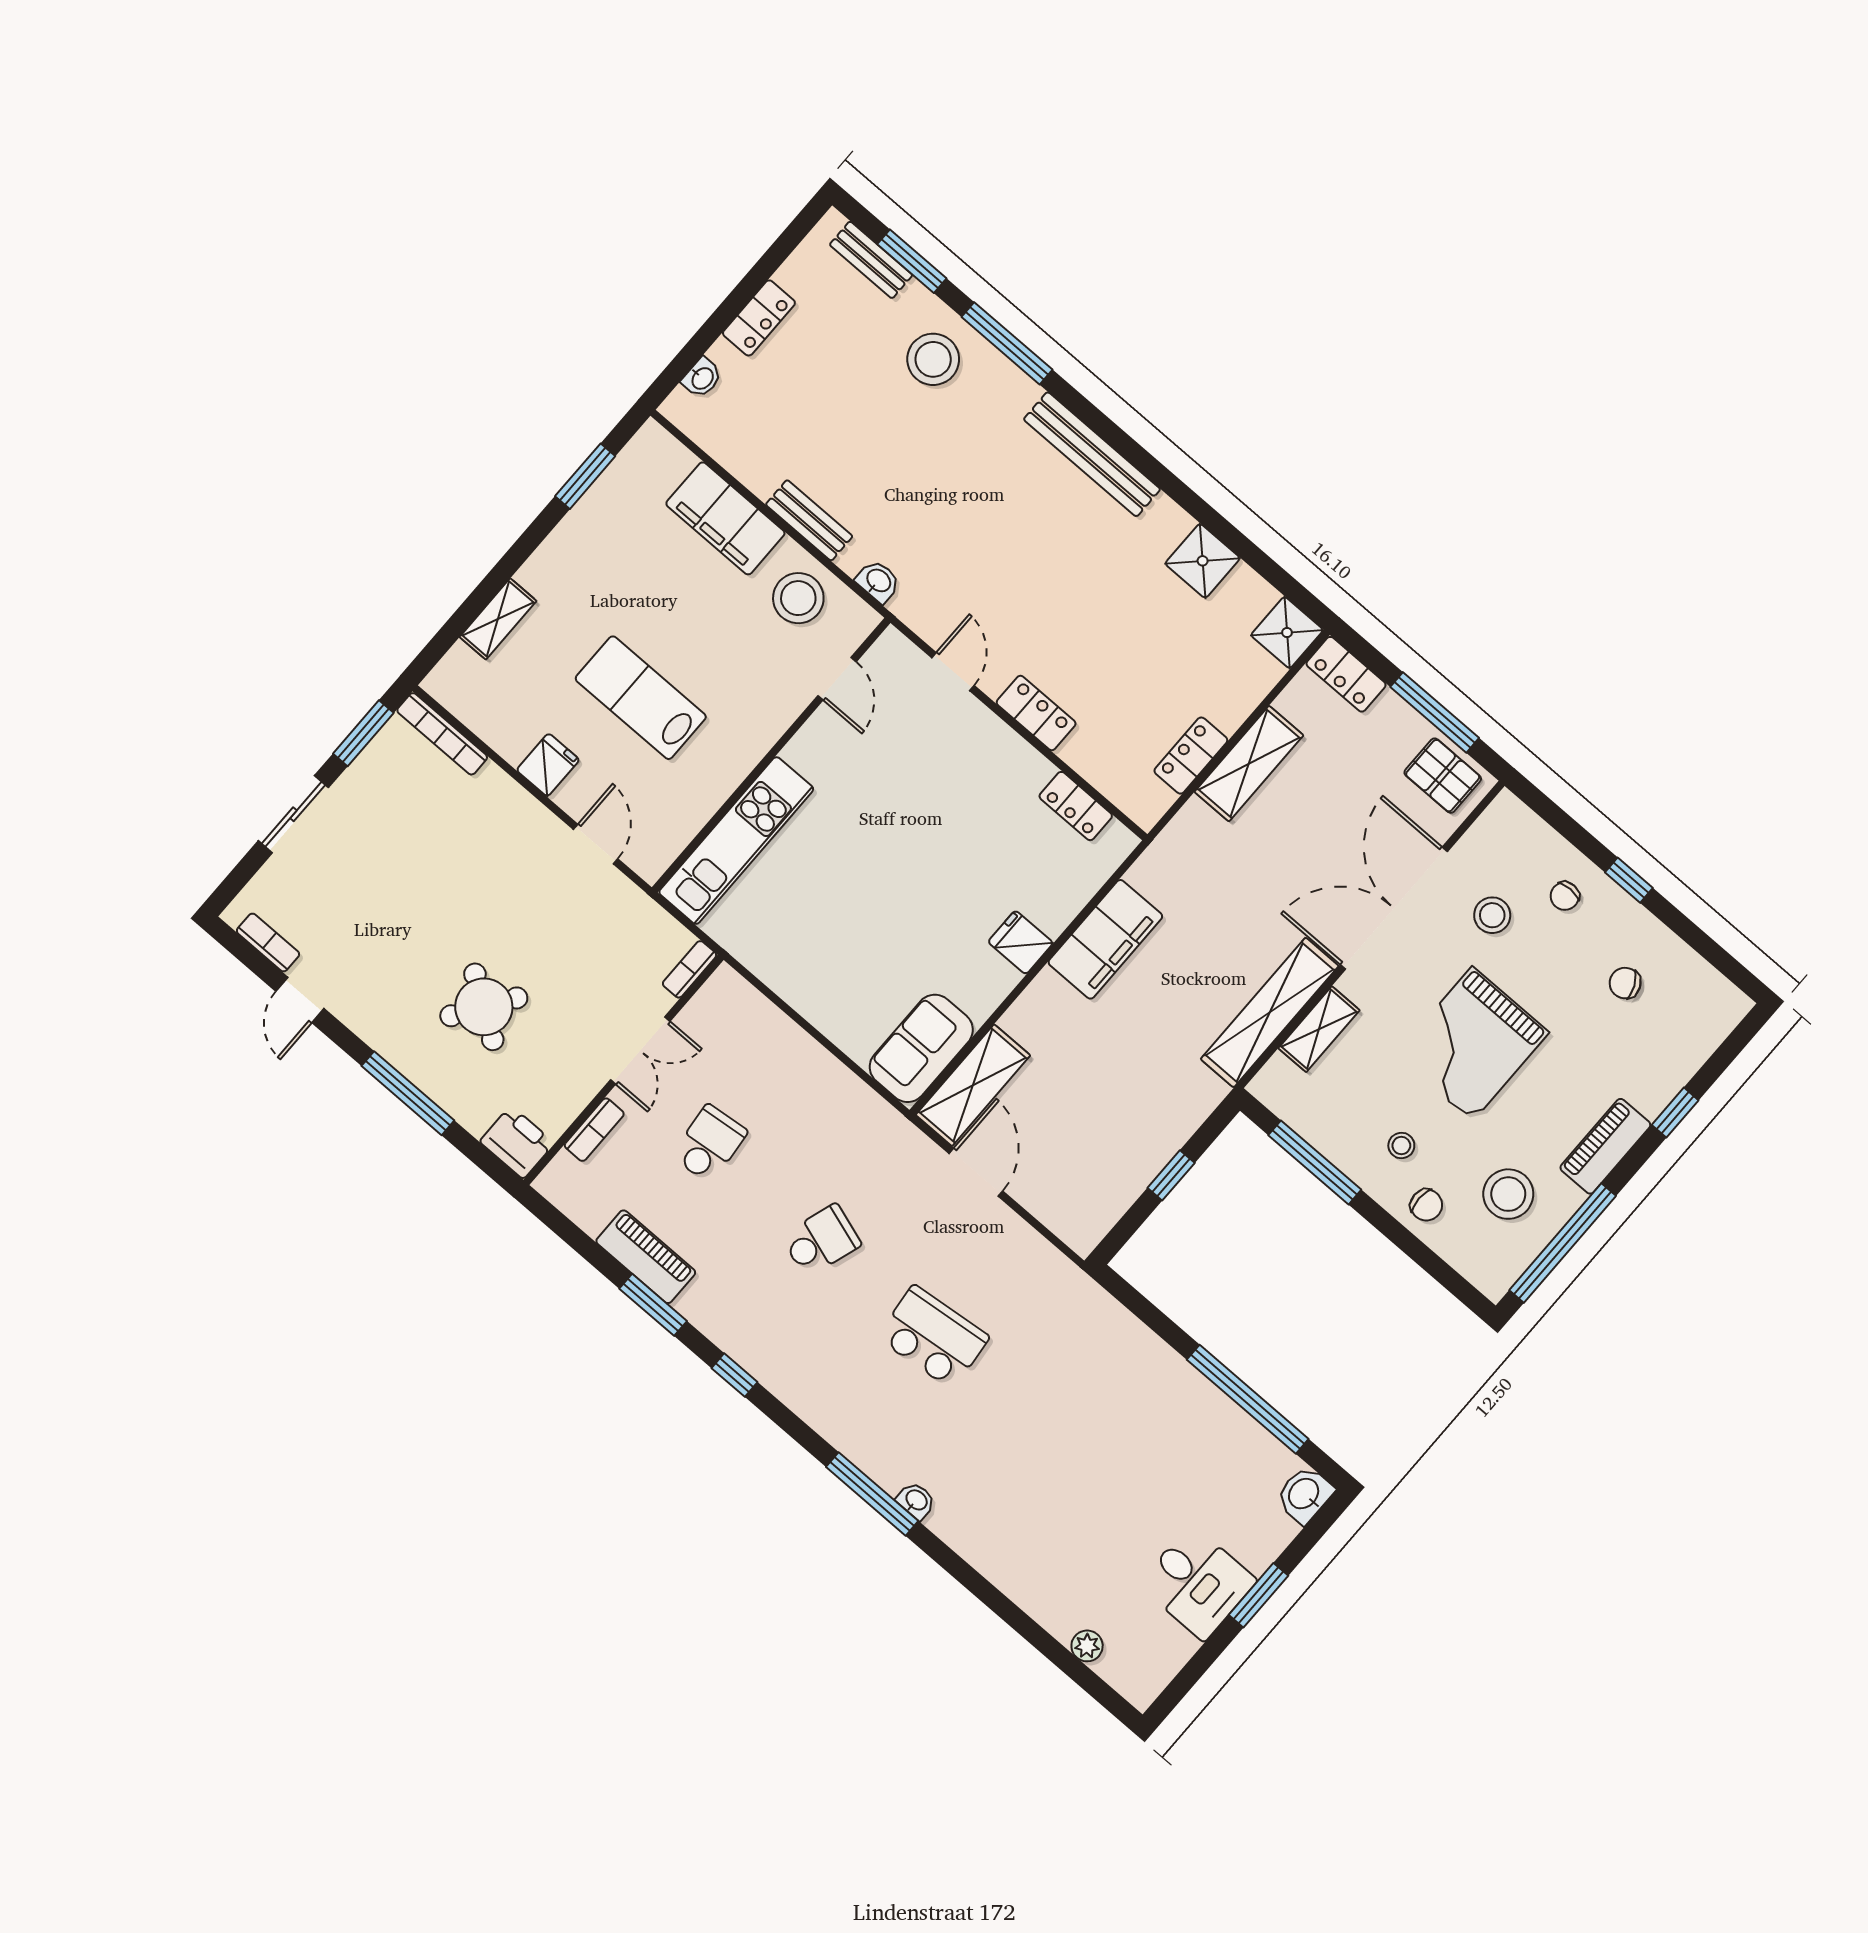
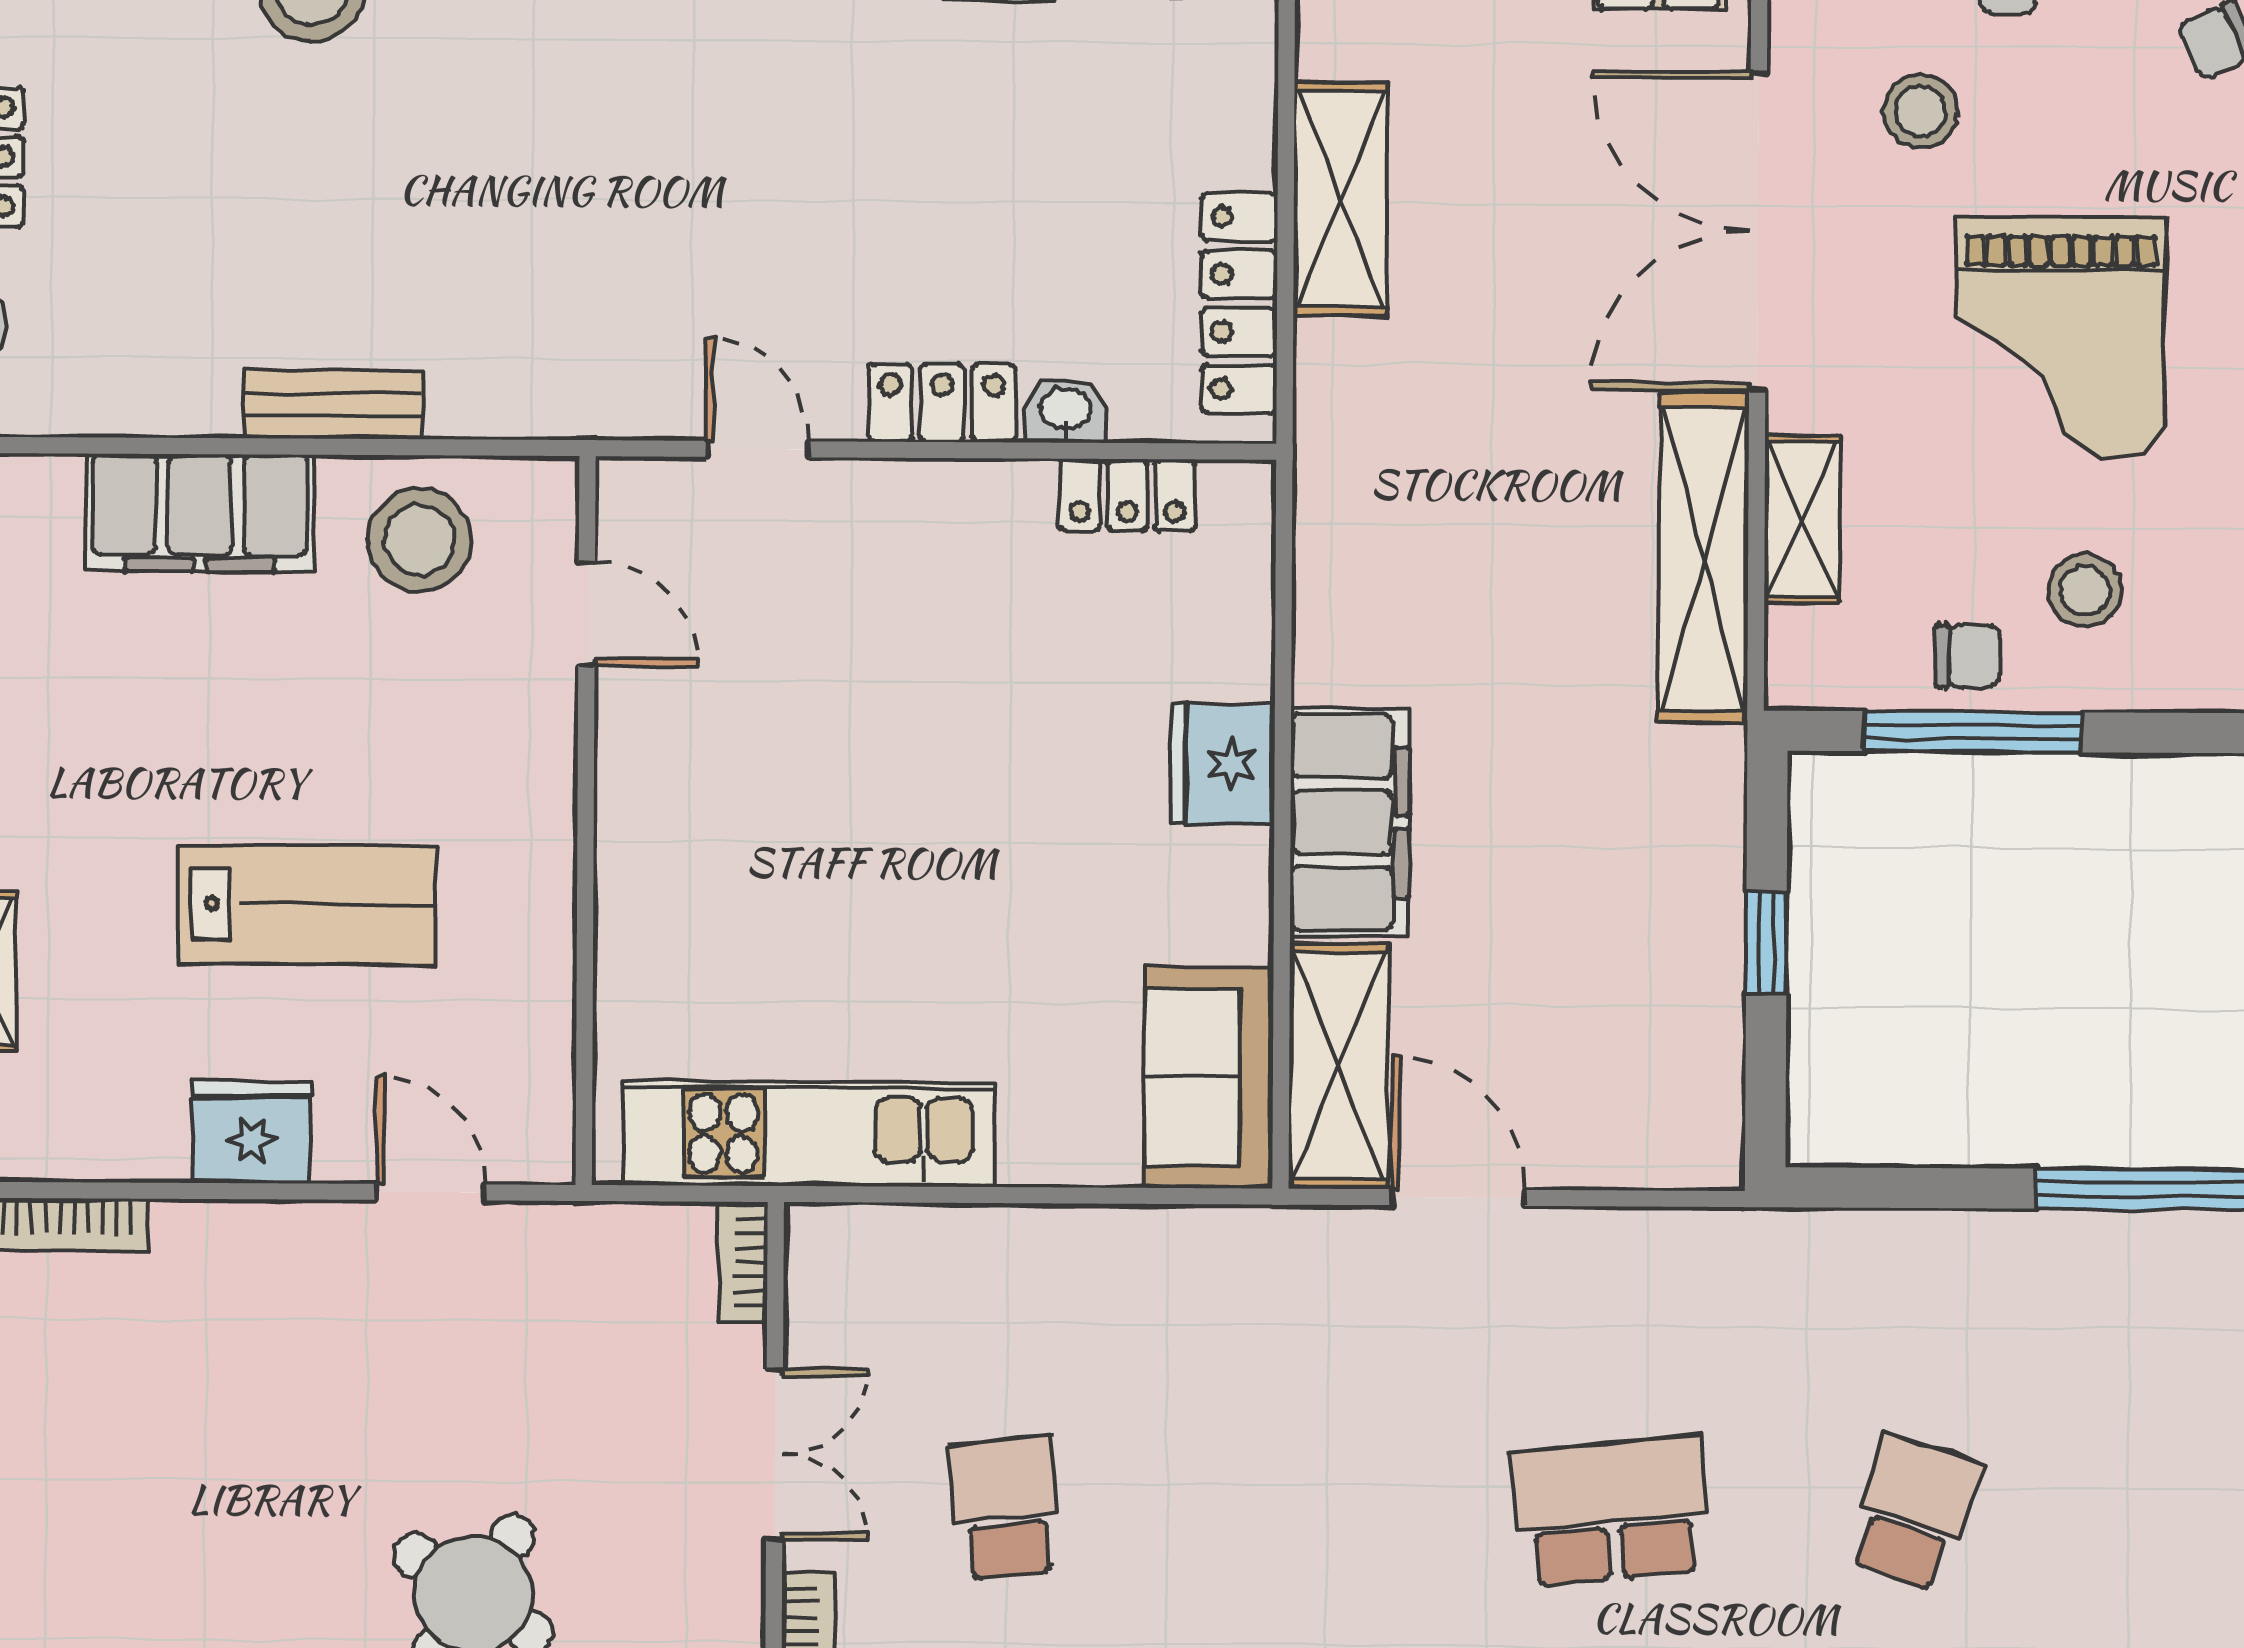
washbasin: (878, 581) -> (1065, 411), moved
lab bench: (641, 698) -> (307, 904), turned 180
locker: (1191, 756) -> (1239, 303), width x1.53
fridge: (548, 765) -> (252, 1132), width x1.38
kitchen unit: (736, 841) -> (809, 1134), moved, turned -90
filing cabinet: (1105, 939) -> (1350, 822), moved
fridge: (1021, 942) -> (1223, 764), width x1.38
stool: (1401, 1146) -> (2085, 590), width x1.37, depth x1.37
chair: (1426, 1205) -> (1968, 656), moved
school desk: (821, 1240) -> (1914, 1512), moved

